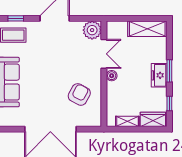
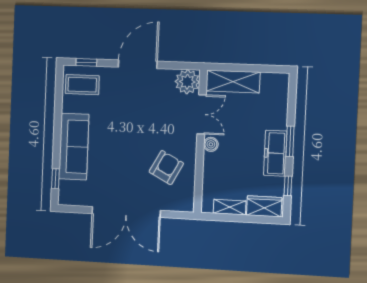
shelving: (147, 29) -> (233, 82), moved
freezer: (159, 75) -> (275, 153), width x1.40

